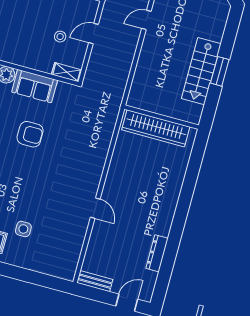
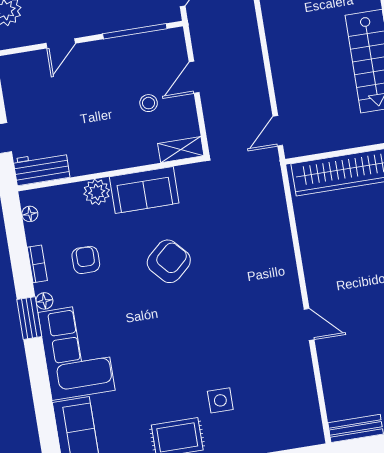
door: (146, 20) -> (278, 131), moved
armchair: (30, 134) -> (169, 261), turned -42

